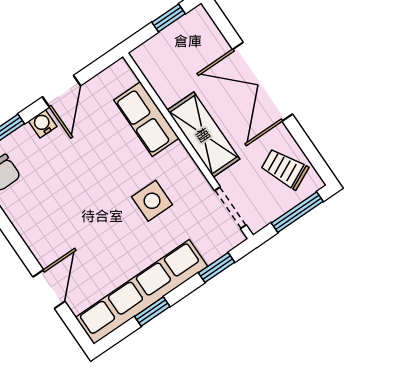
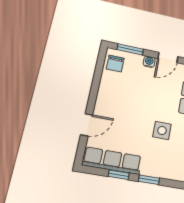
window: (216, 268) -> (149, 180), moved
row of seats: (142, 292) -> (112, 161), width x0.73

